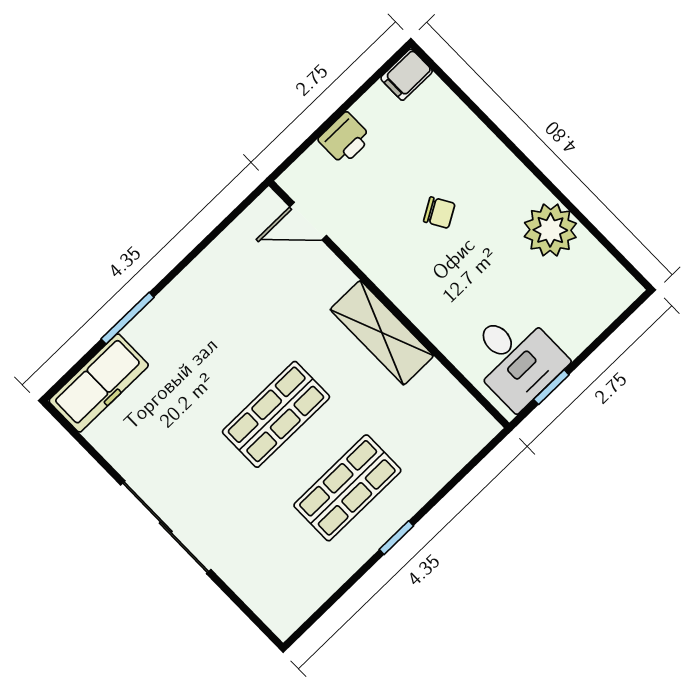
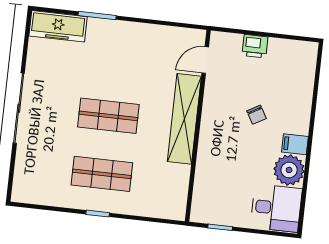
filing cabinet: (407, 75) -> (295, 144), moved
door: (308, 221) -> (205, 60), hinge flipped
shelving: (382, 333) -> (184, 119), width x1.47
desk: (515, 358) -> (276, 208), moved, turned -90

